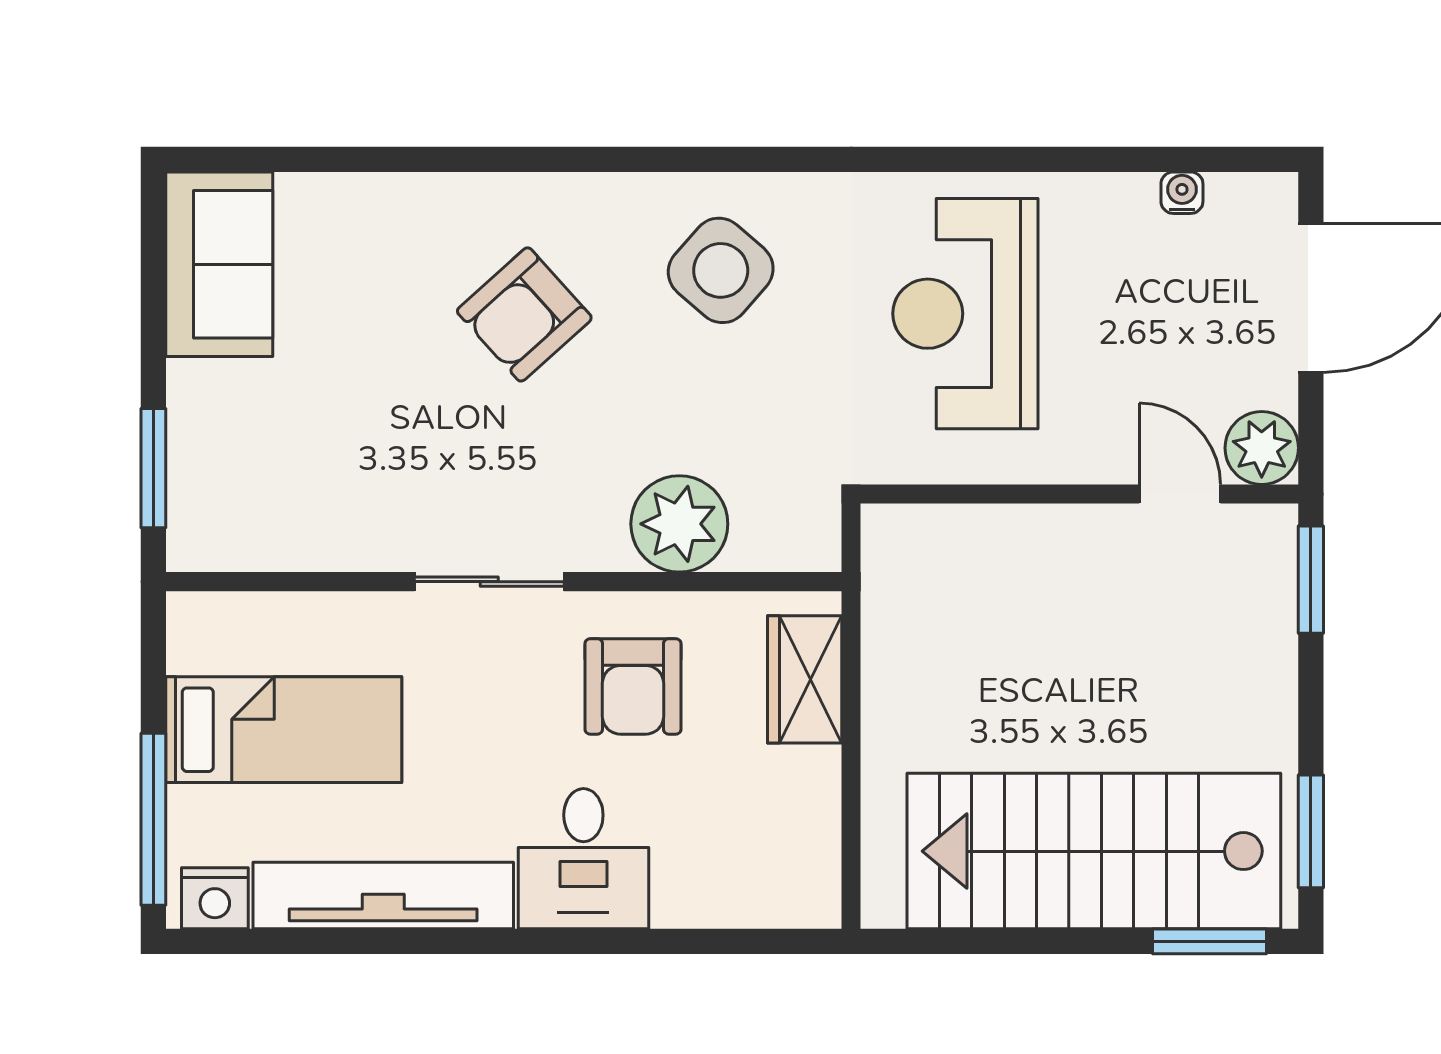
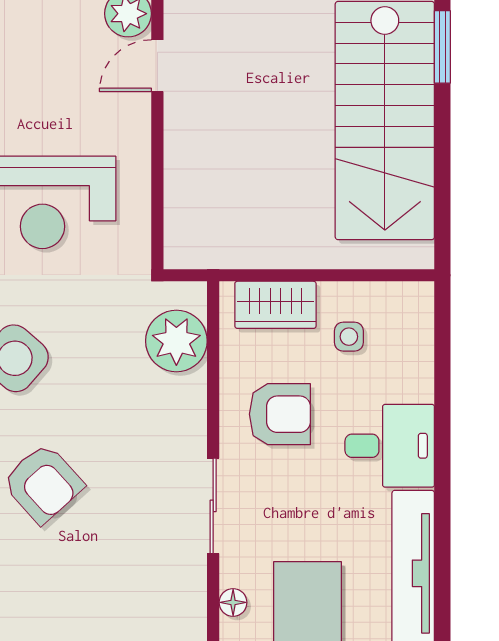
plant: (679, 524) -> (176, 341), moved
floor lamp: (337, 613) -> (233, 602), added
side table: (755, 795) -> (349, 337), added

